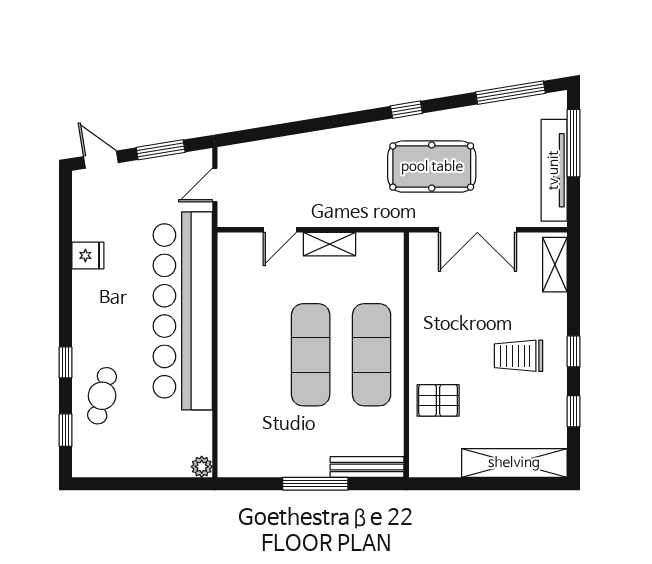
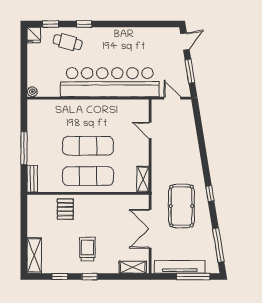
shelving: (329, 244) -> (143, 179), moved
fridge: (88, 255) -> (34, 35), moved
shelving: (514, 463) -> (34, 255), width x0.68
bench: (367, 467) -> (32, 179), width x0.73

